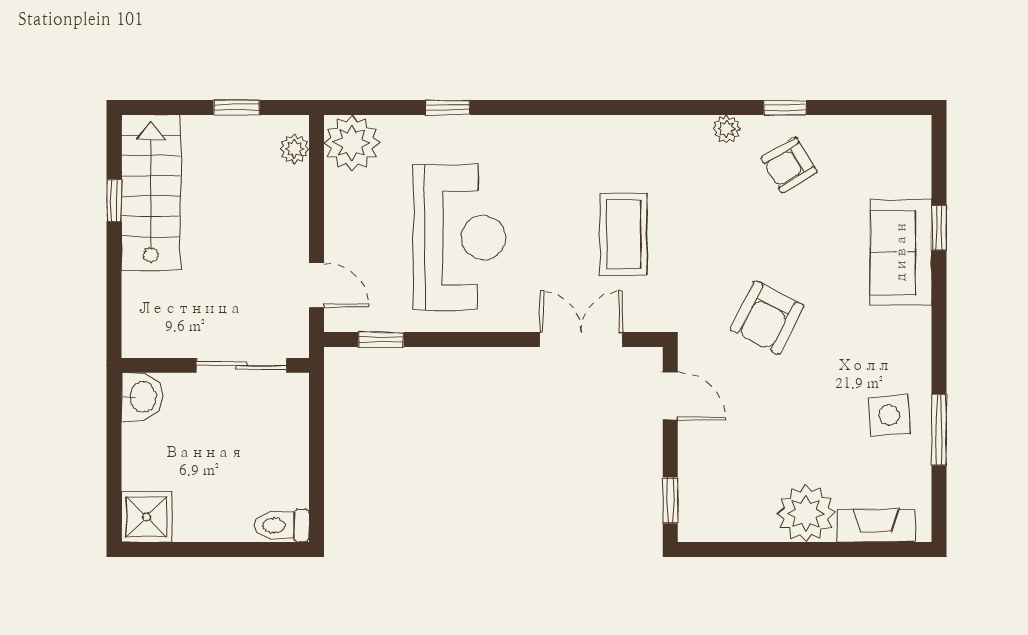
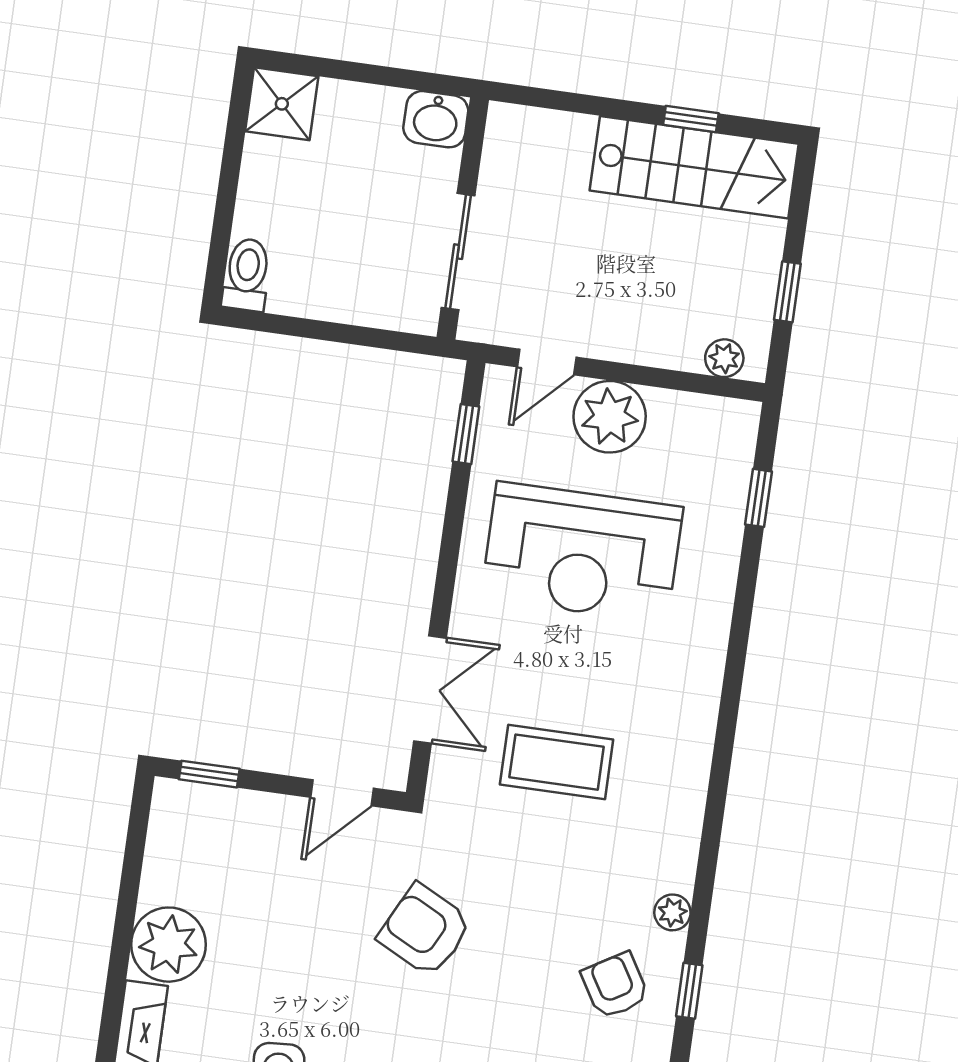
window: (448, 108) -> (758, 498), moved
plant: (352, 143) -> (610, 417), moved

